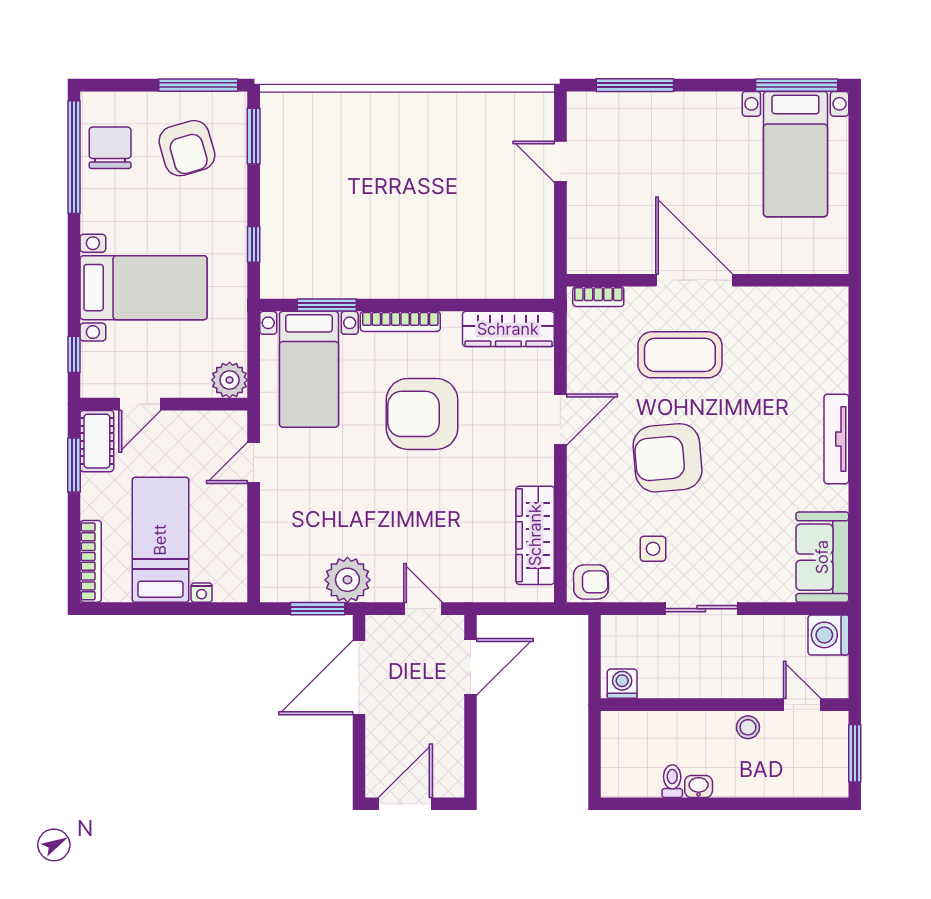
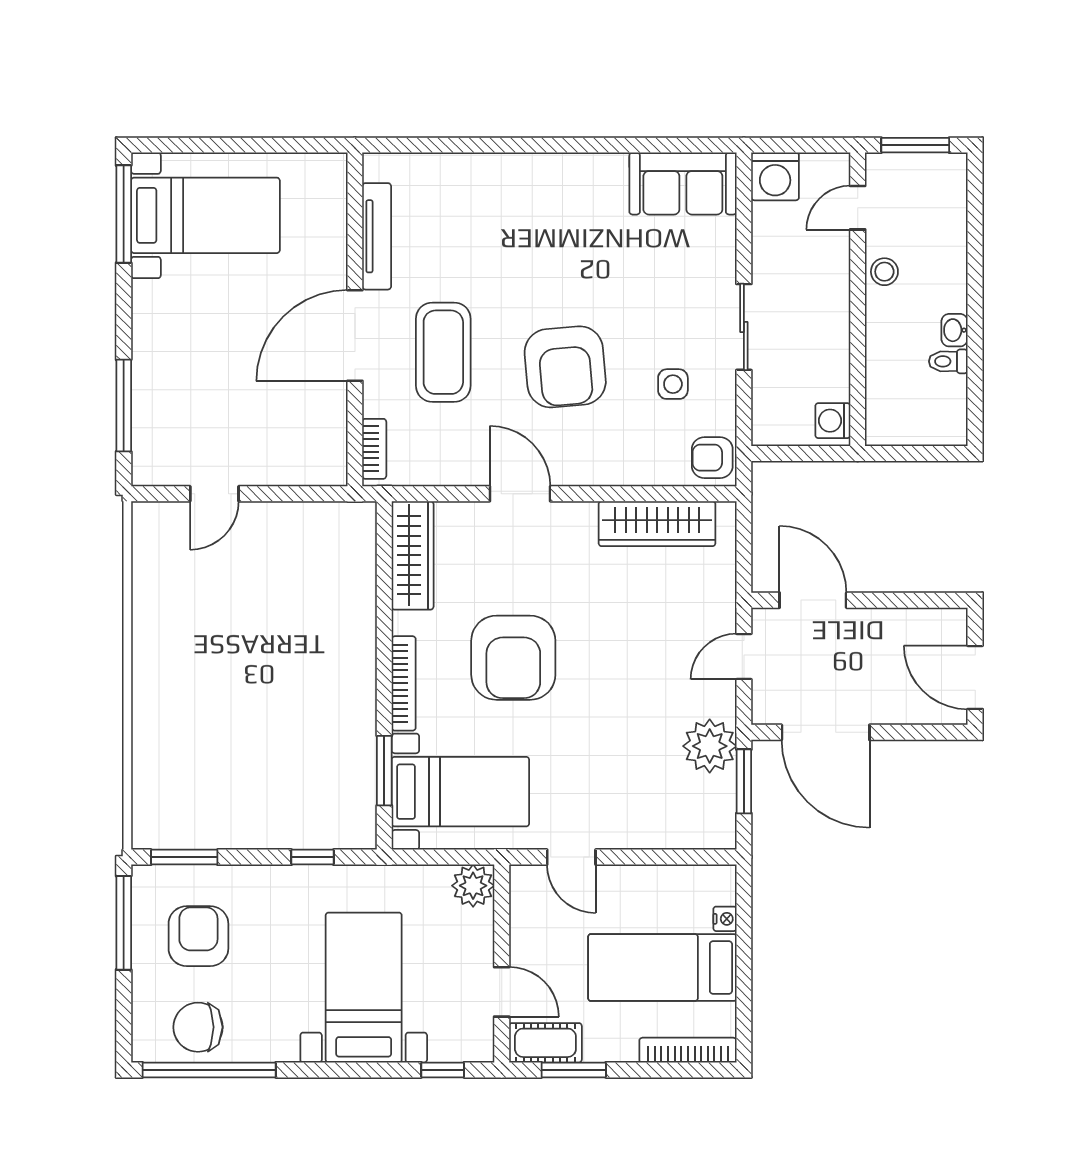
armchair: (187, 148) -> (198, 936), turned -74
tv unit: (836, 439) -> (377, 236), moved, turned -90
armchair: (591, 582) -> (712, 458), turned -89

